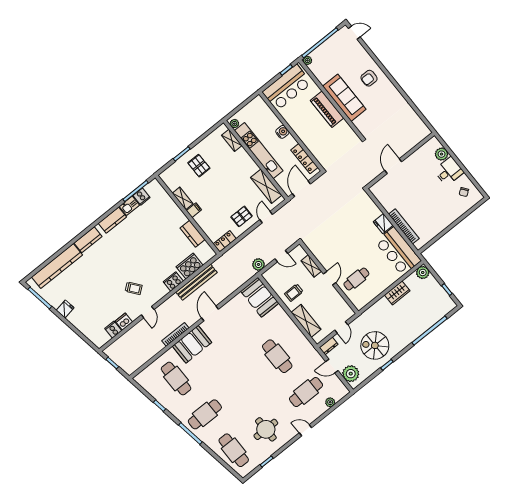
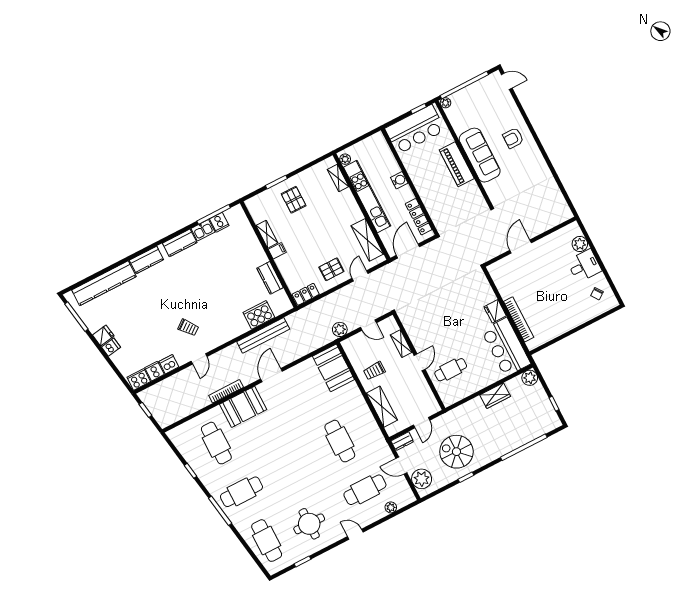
cooker: (173, 281) -> (139, 379), moved
dishwasher: (73, 317) -> (111, 347), added

